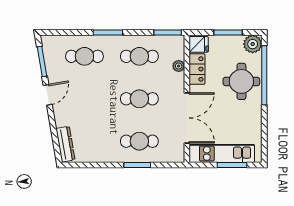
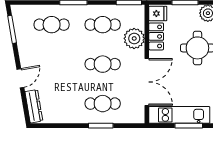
plant: (179, 66) -> (134, 38), width x1.87, depth x1.87
door: (48, 95) -> (20, 78), moved

